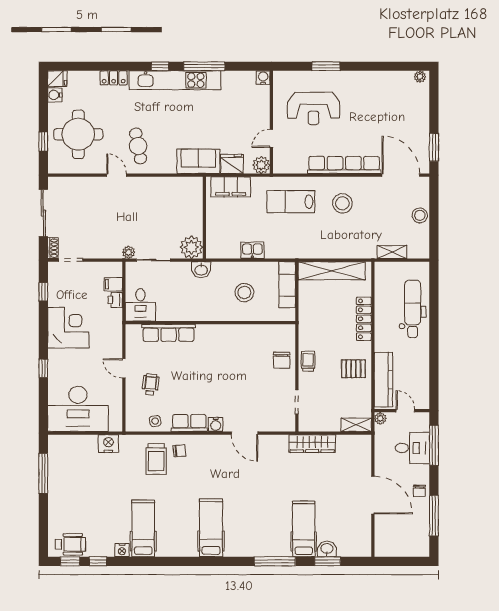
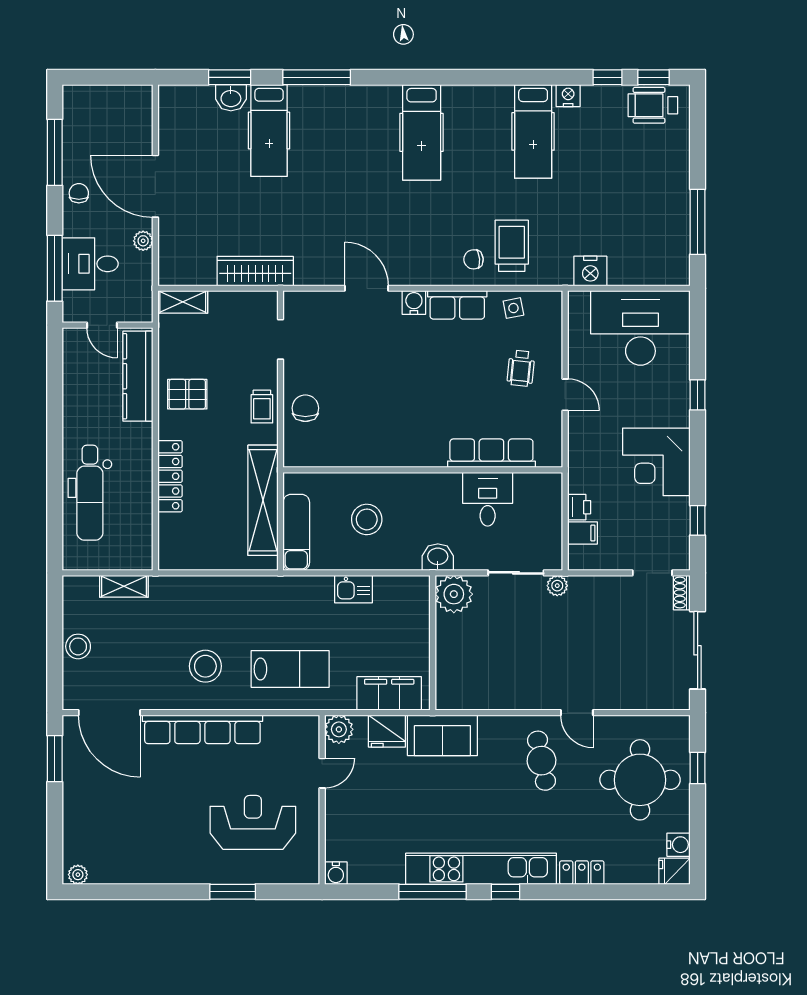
shelving: (332, 271) -> (263, 500), moved, turned 90
desk: (140, 305) -> (488, 499), moved
plant: (380, 418) -> (143, 241), moved

